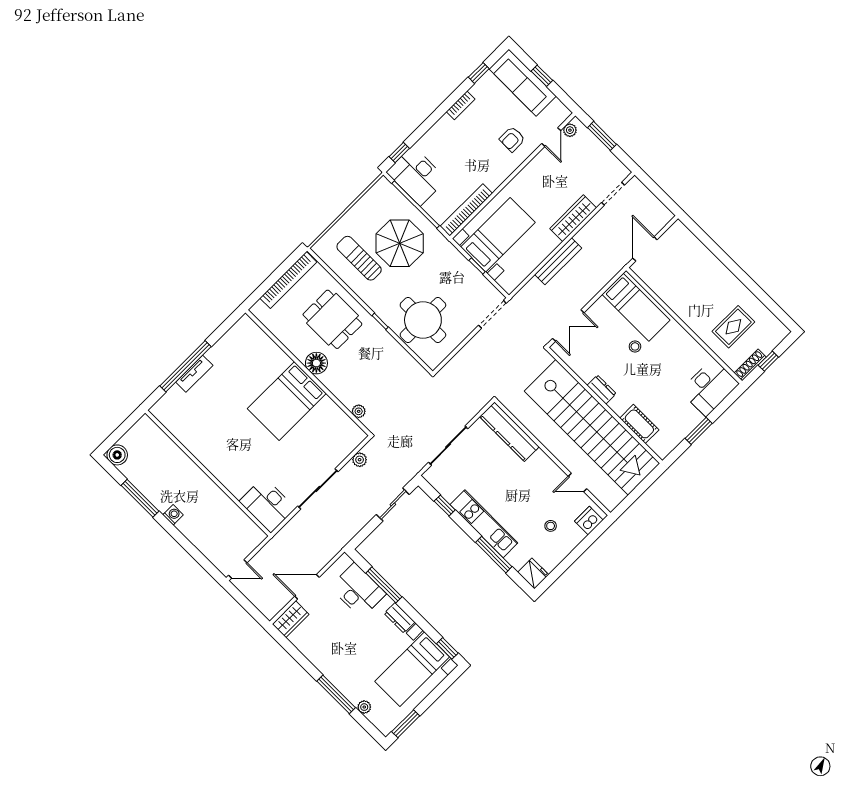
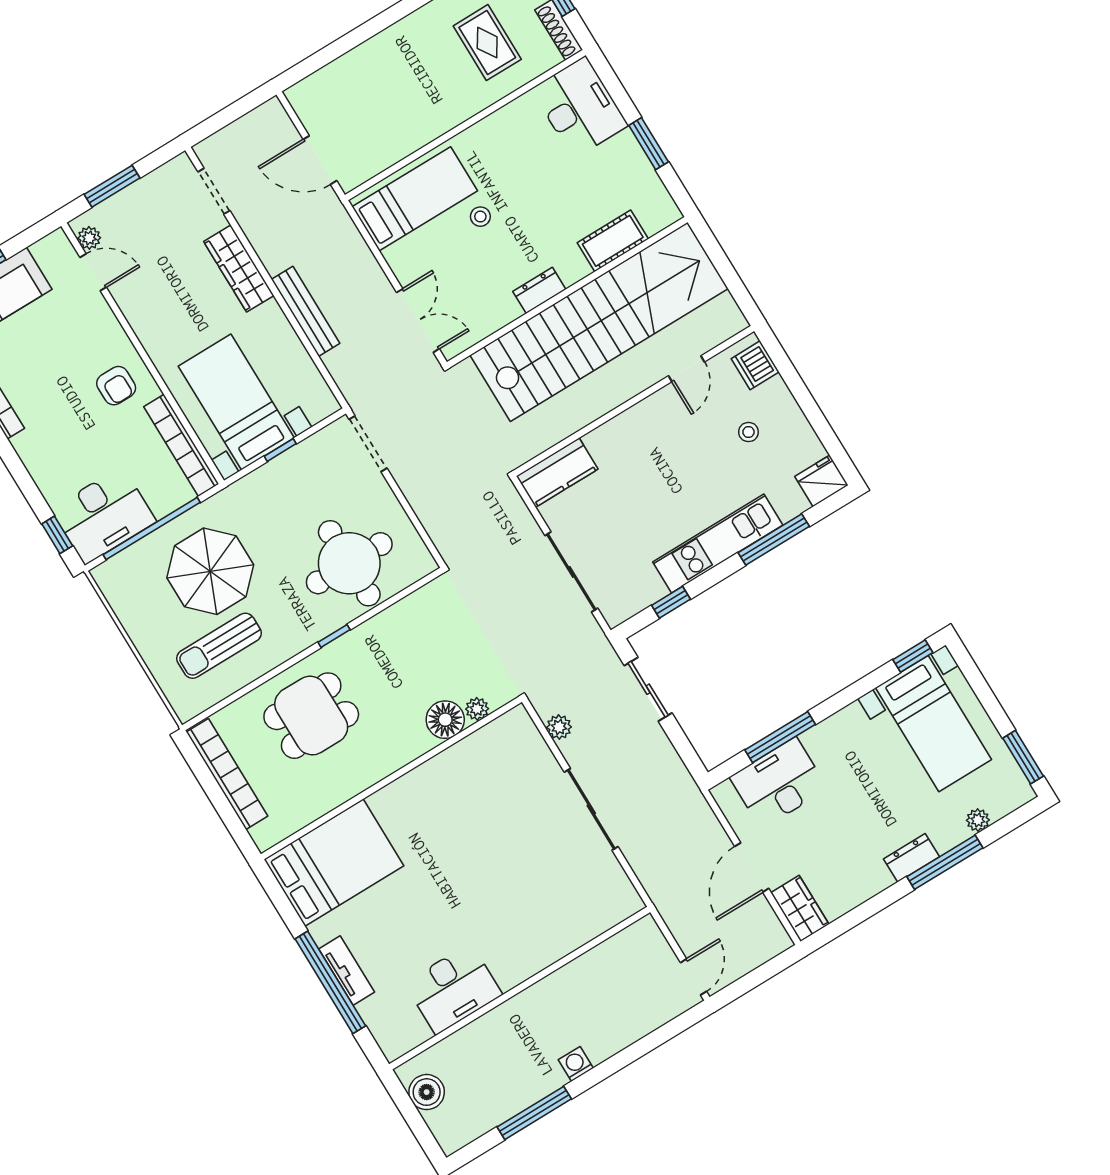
armchair: (512, 139) -> (116, 386), moved
floor lamp: (316, 363) -> (445, 720), moved
bed: (287, 401) -> (334, 863), moved, turned -90
kitchen counter: (509, 432) -> (557, 473), width x0.67
boiler: (117, 455) -> (427, 1092), moved
desk: (267, 505) -> (453, 989), moved
dresser: (400, 618) -> (912, 858), moved, turned 180

